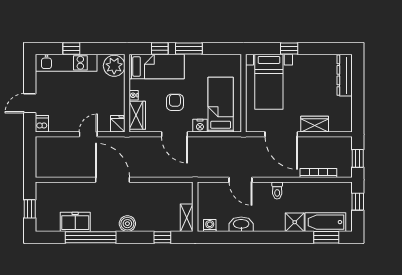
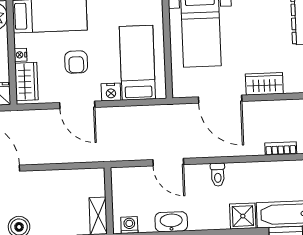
armchair: (175, 102) -> (76, 62), turned 180
bookcase: (318, 173) -> (281, 149), width x0.64

